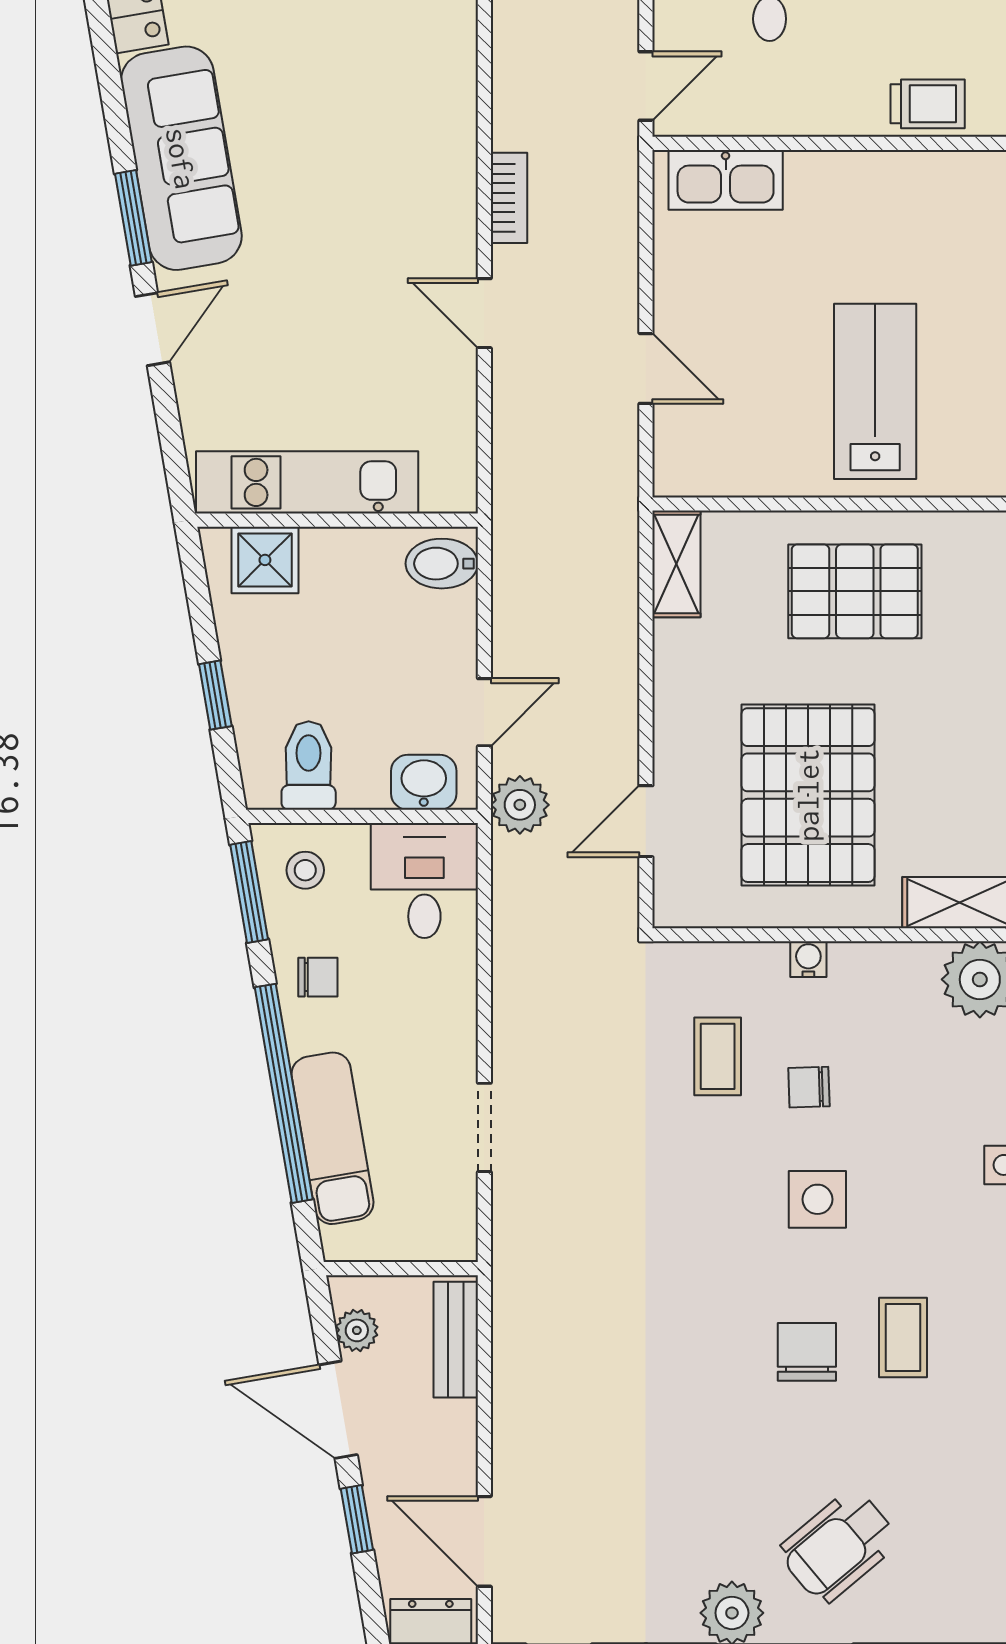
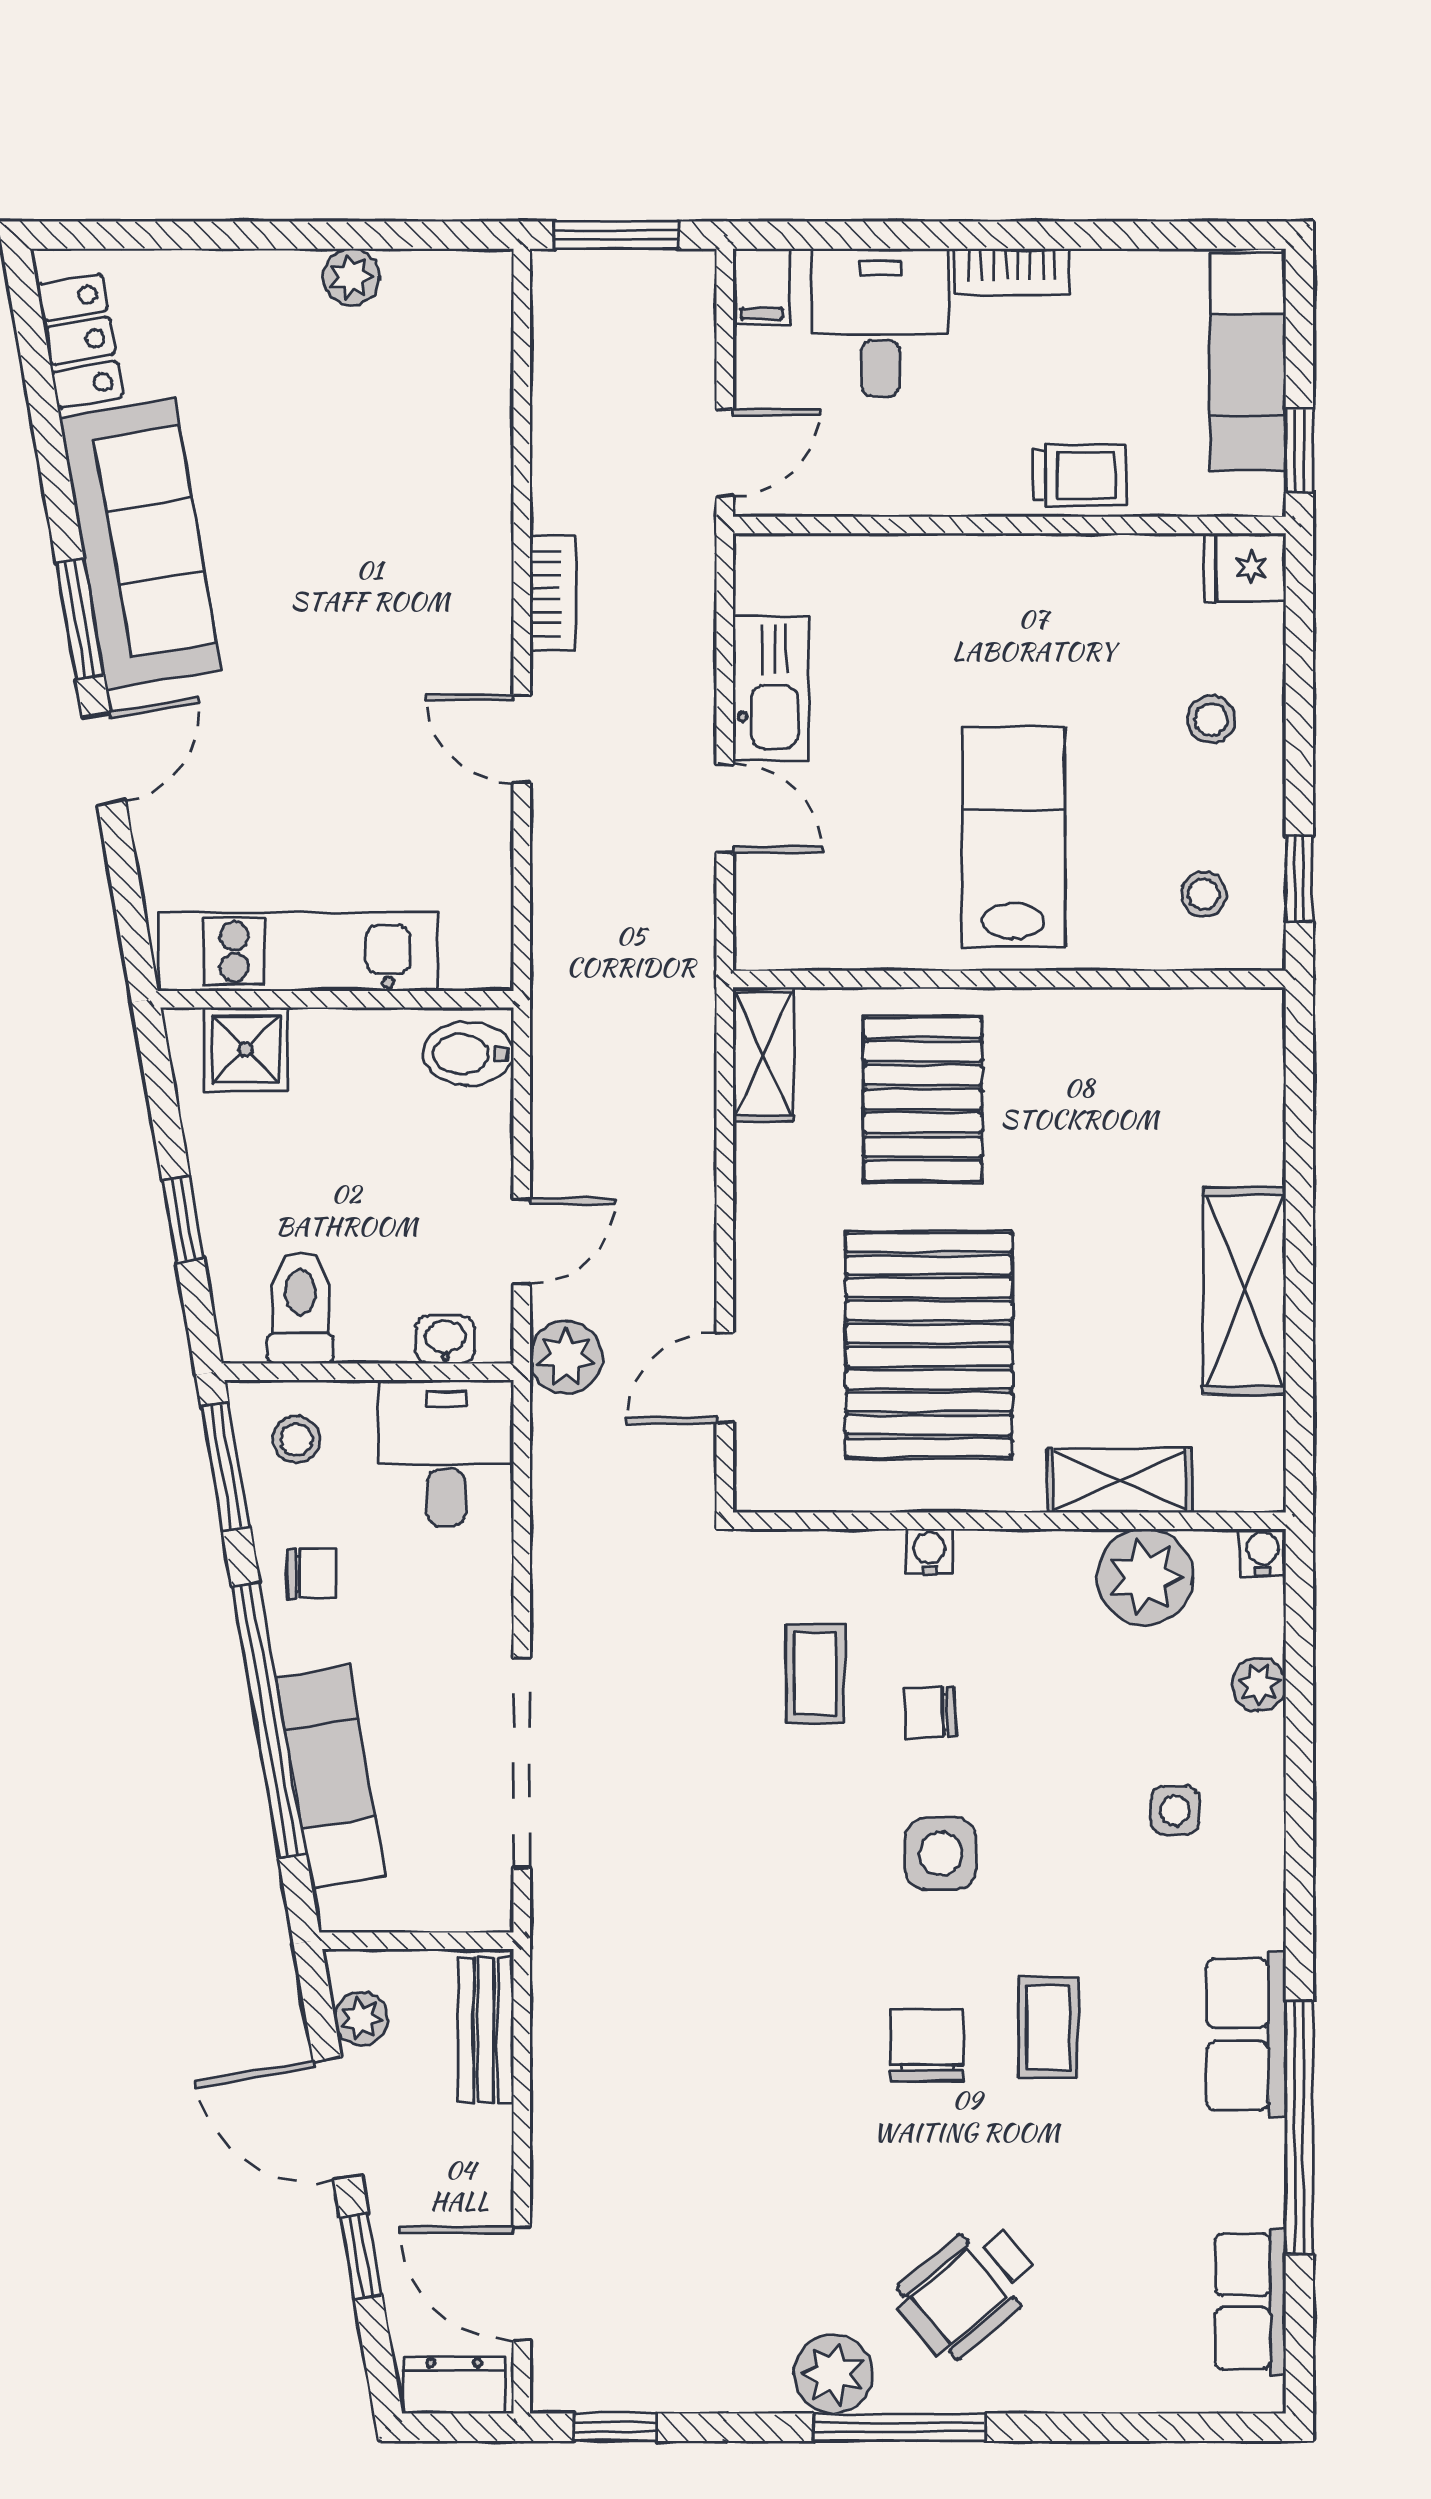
kitchen sink: (726, 180) -> (771, 688), moved, turned -90
pallet: (855, 591) -> (923, 1099), moved, turned 90
washbasin: (424, 782) -> (445, 1340), width x0.72, depth x0.69
doorway: (484, 1127) -> (522, 1763), width x1.87

